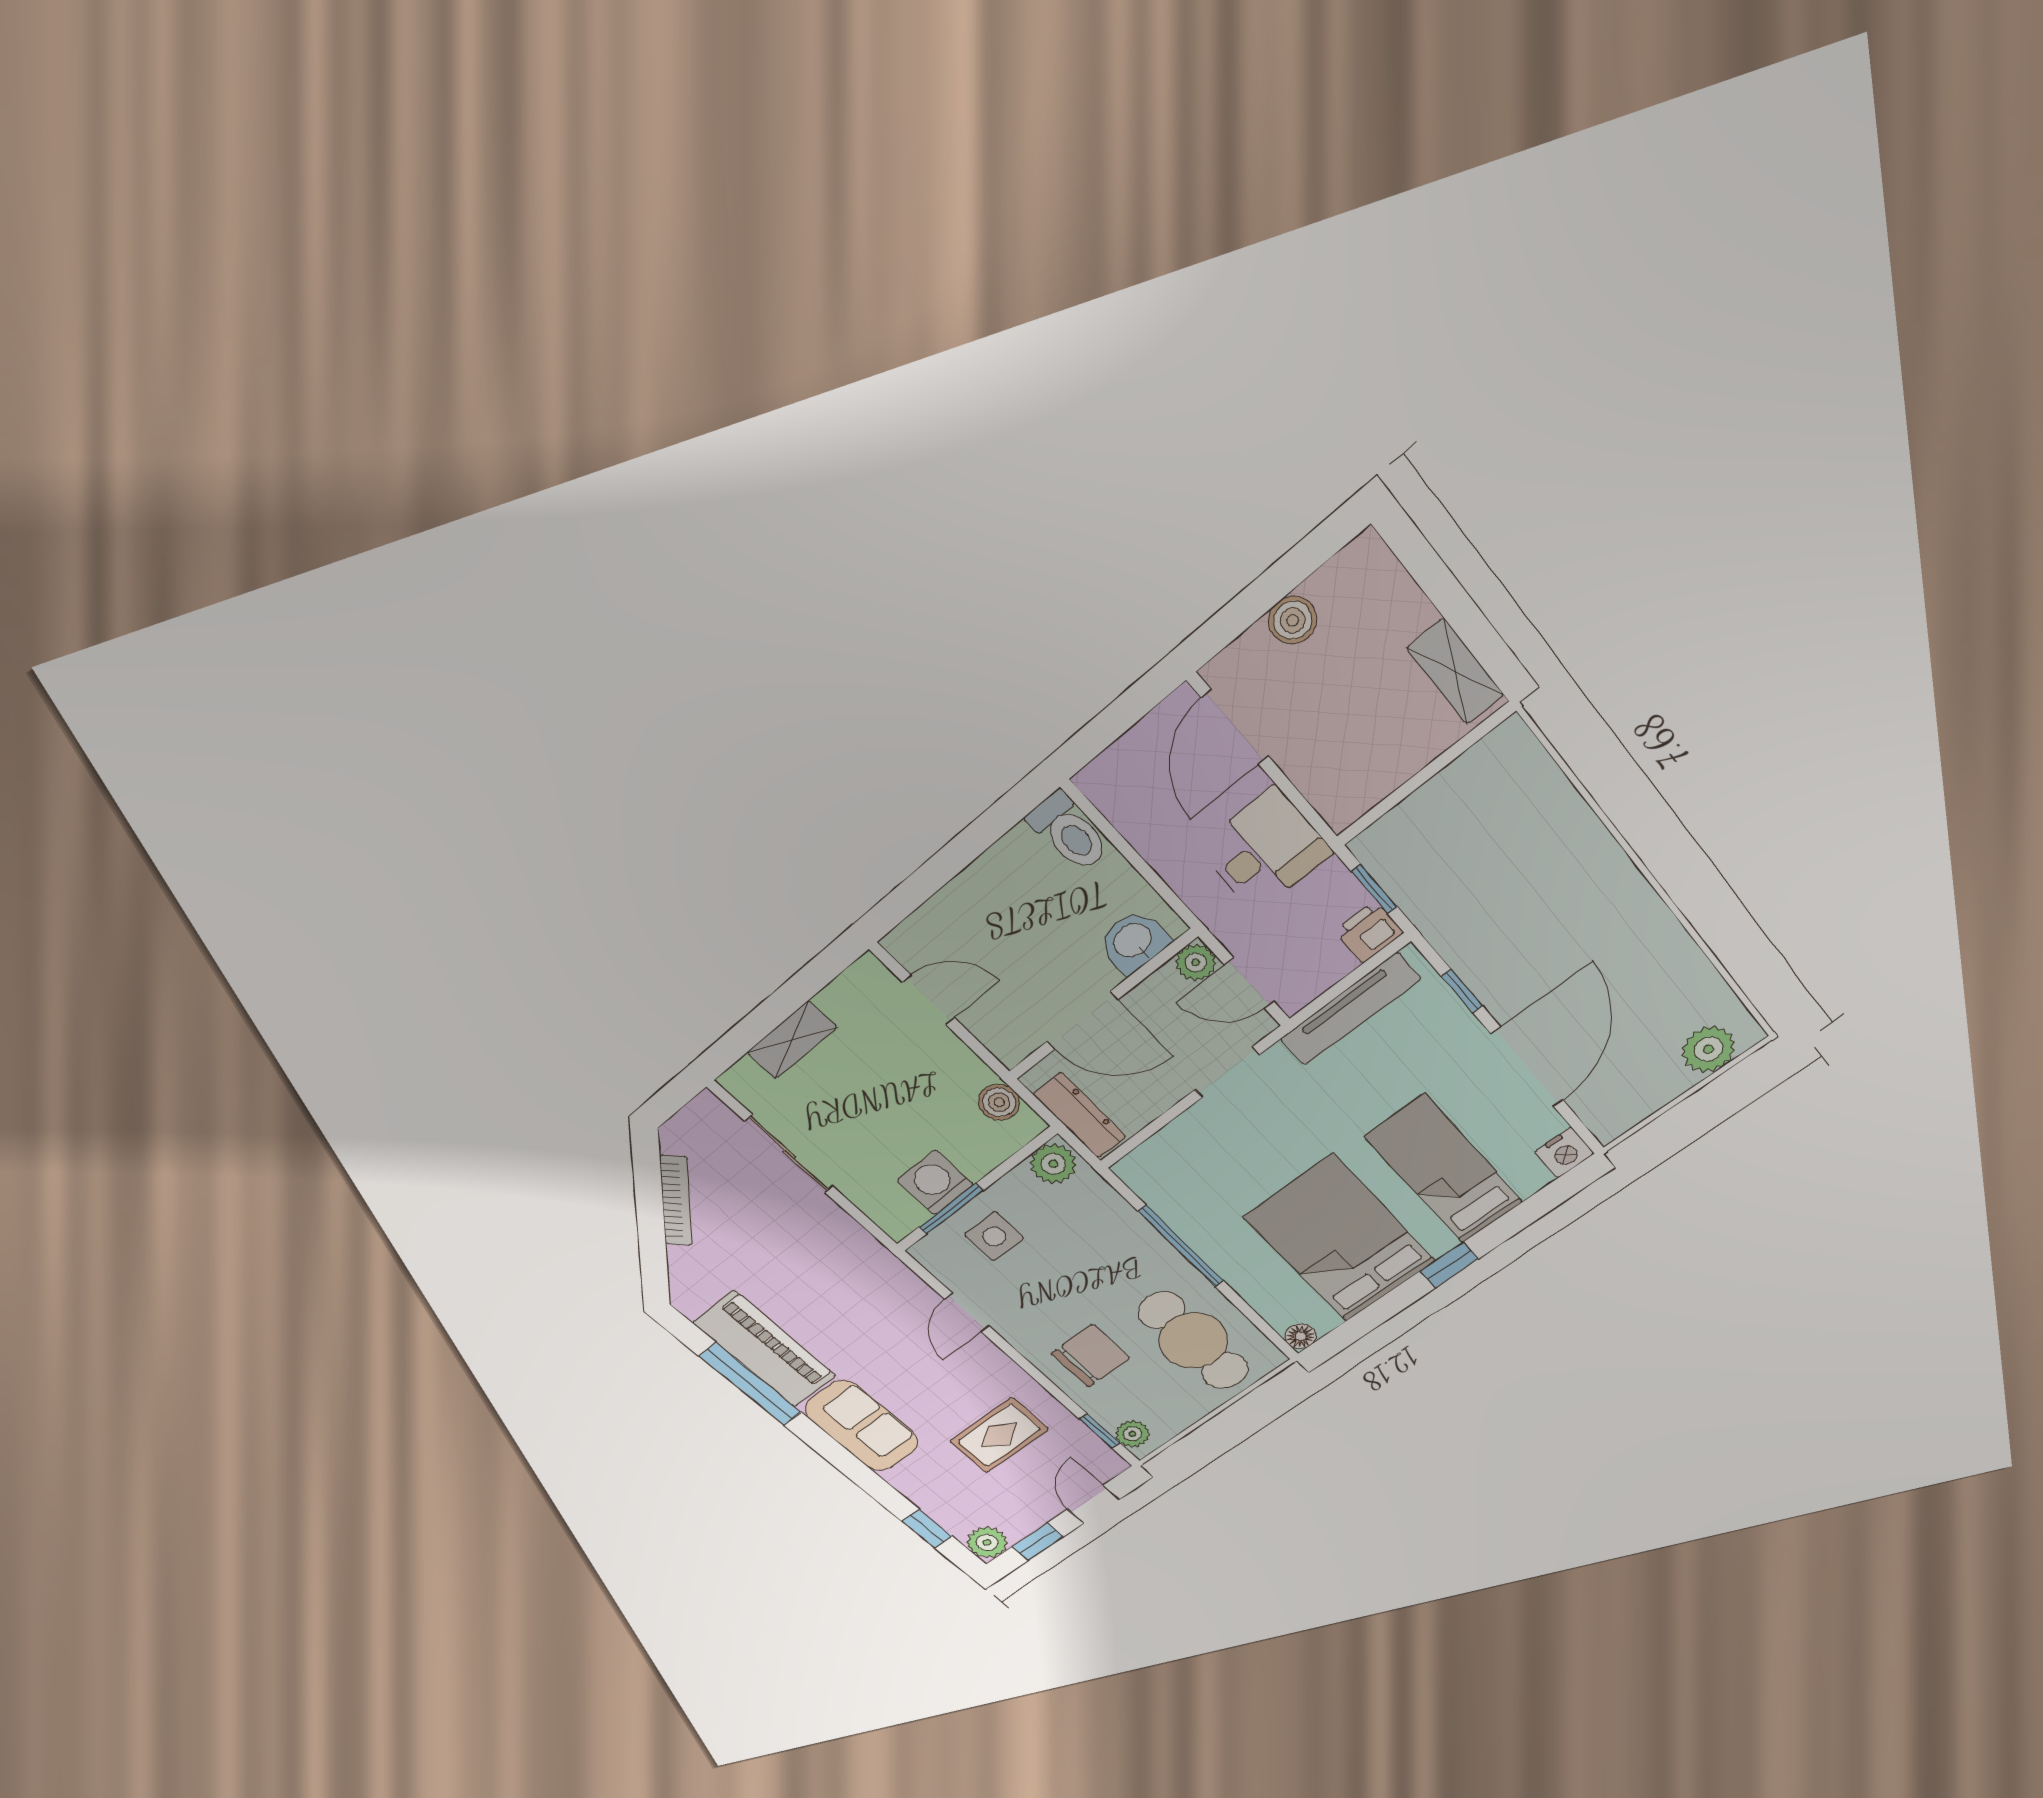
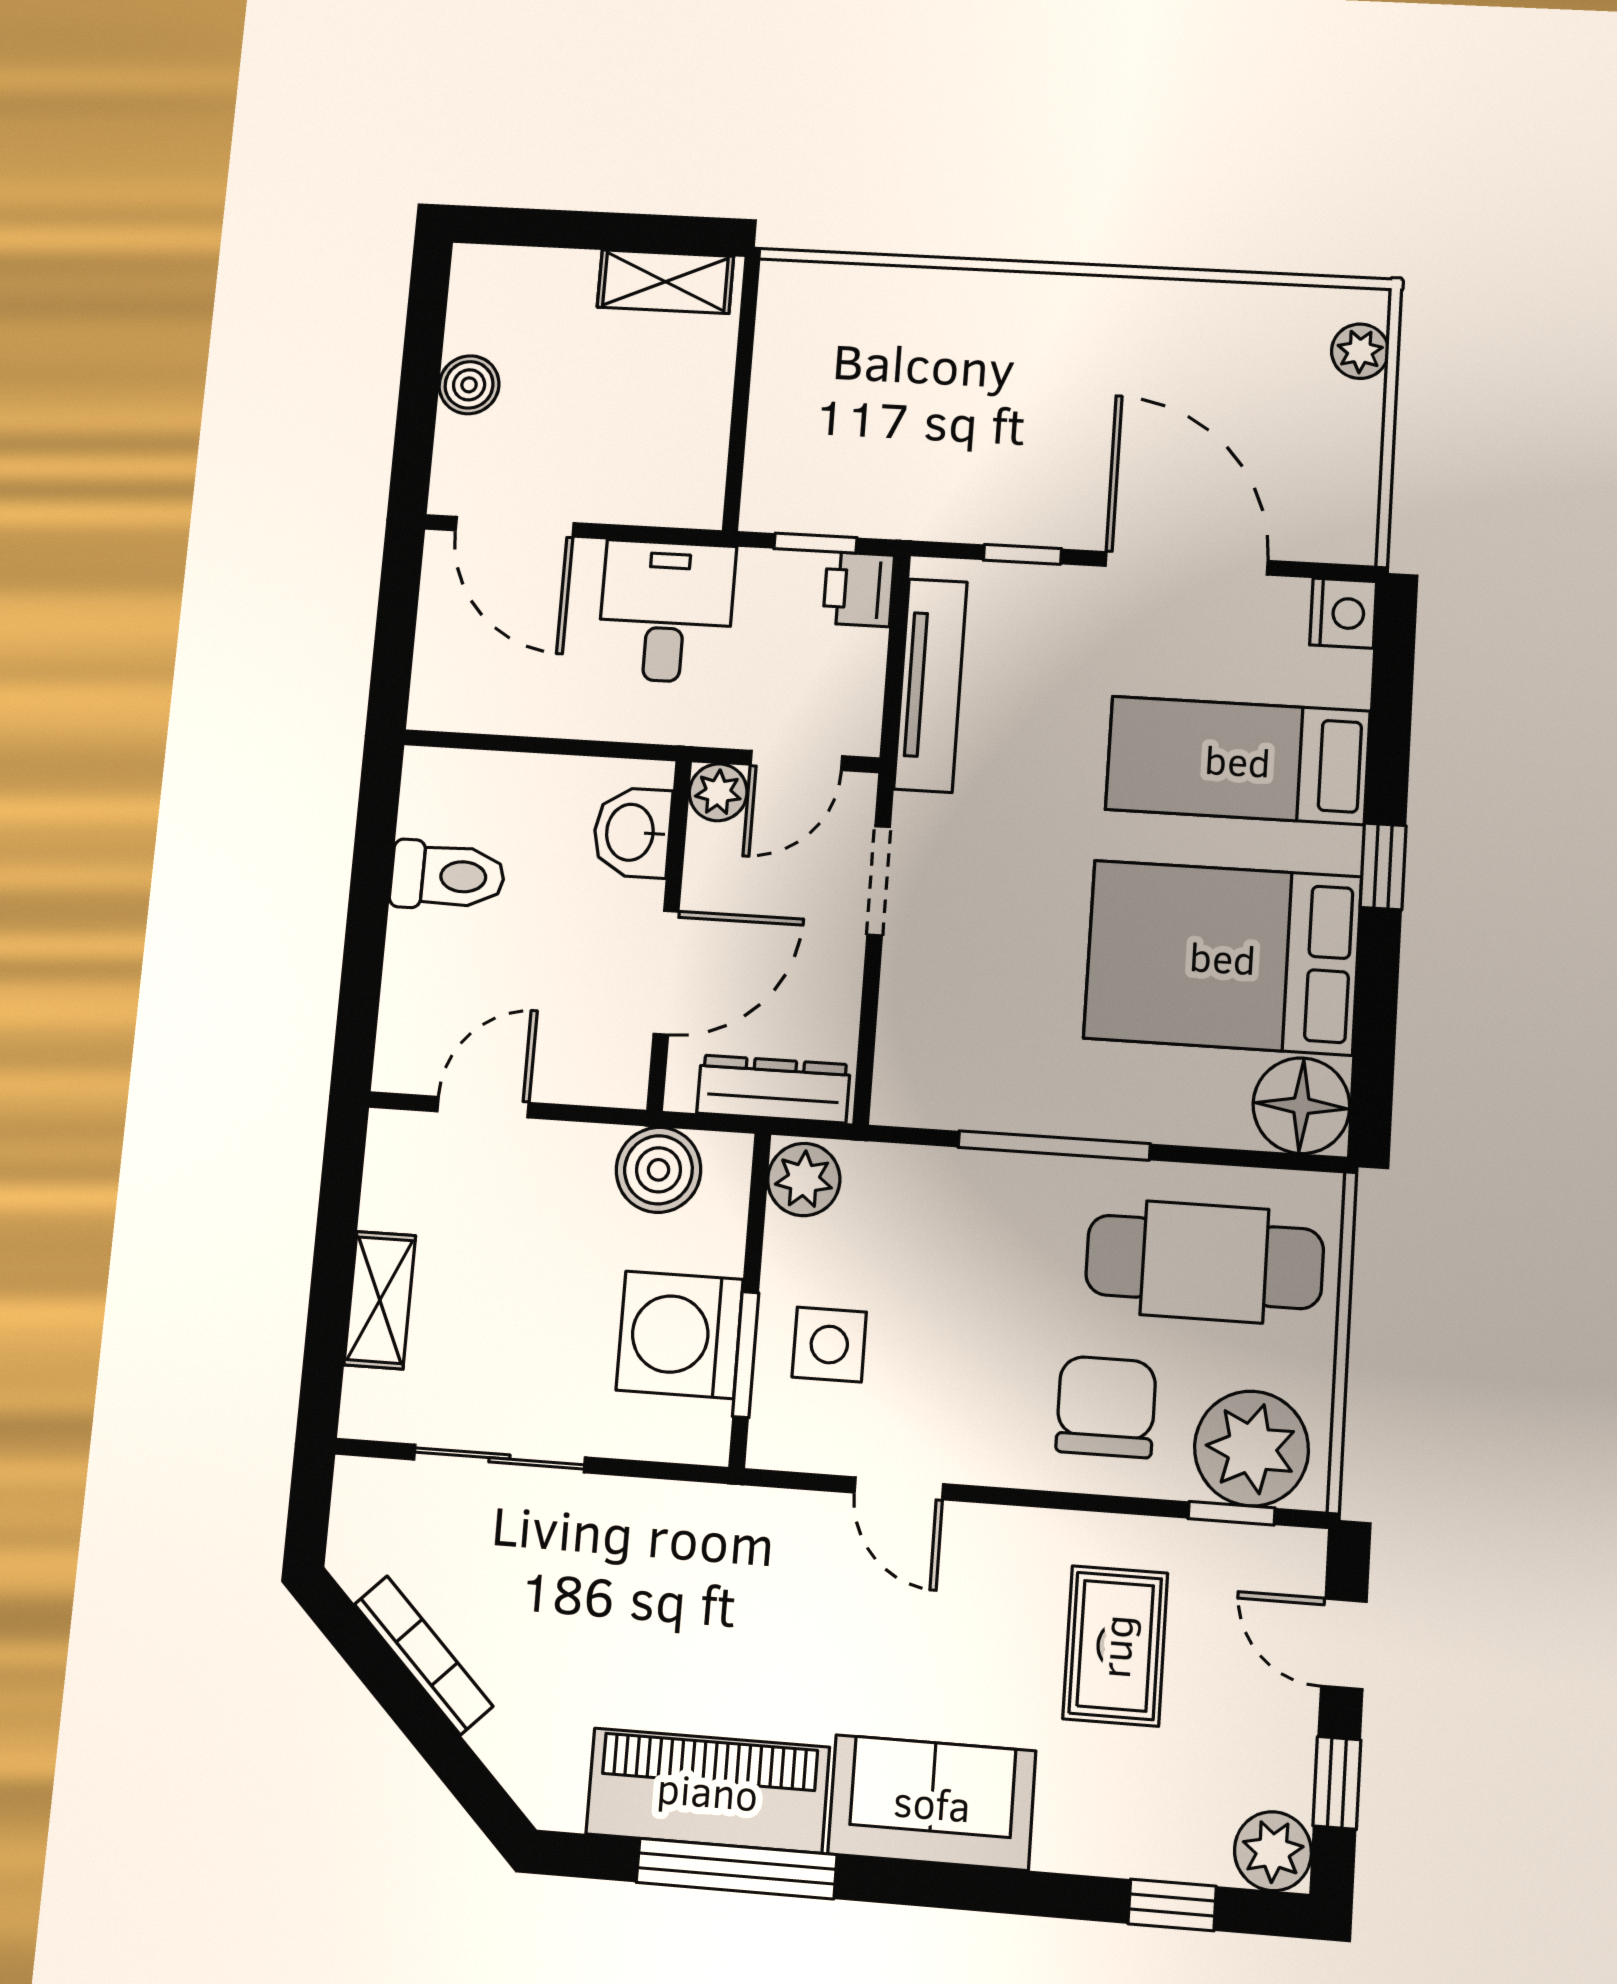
toilet: (1069, 832) -> (448, 876), moved
plant: (1709, 1049) -> (1360, 351), width x0.73, depth x0.73
boiler: (999, 1102) -> (658, 1170), width x1.36, depth x1.36
washing machine: (935, 1183) -> (680, 1335), width x1.37, depth x1.37
floor lamp: (1301, 1336) -> (1301, 1106), width x1.89, depth x1.89
plant: (1133, 1434) -> (1252, 1448), width x1.88, depth x1.88

